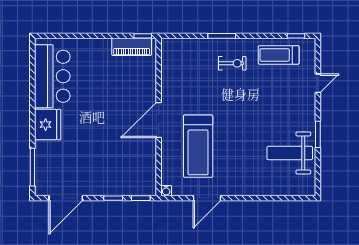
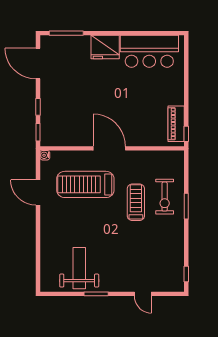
treadmill: (279, 55) -> (136, 202), moved
exercise bike: (232, 63) -> (165, 197), moved, width x1.38, depth x1.39

